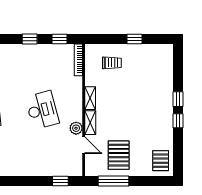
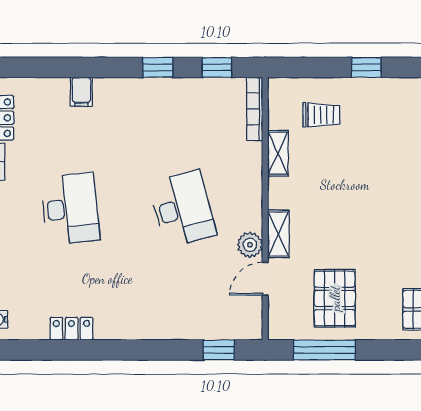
shelving: (90, 98) -> (278, 153), moved
door: (84, 145) -> (265, 279), swing flipped

